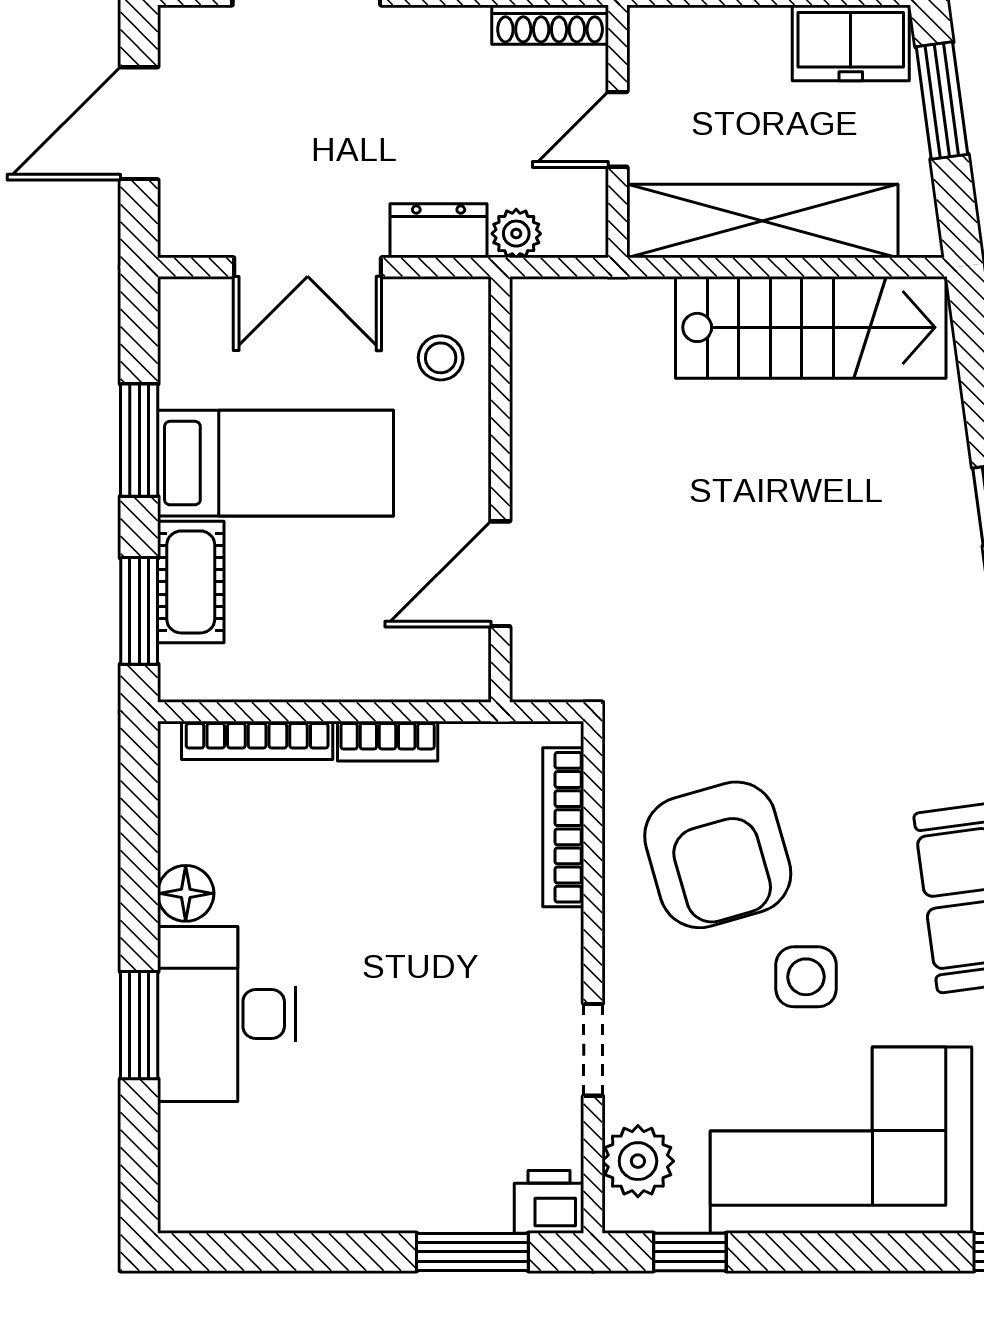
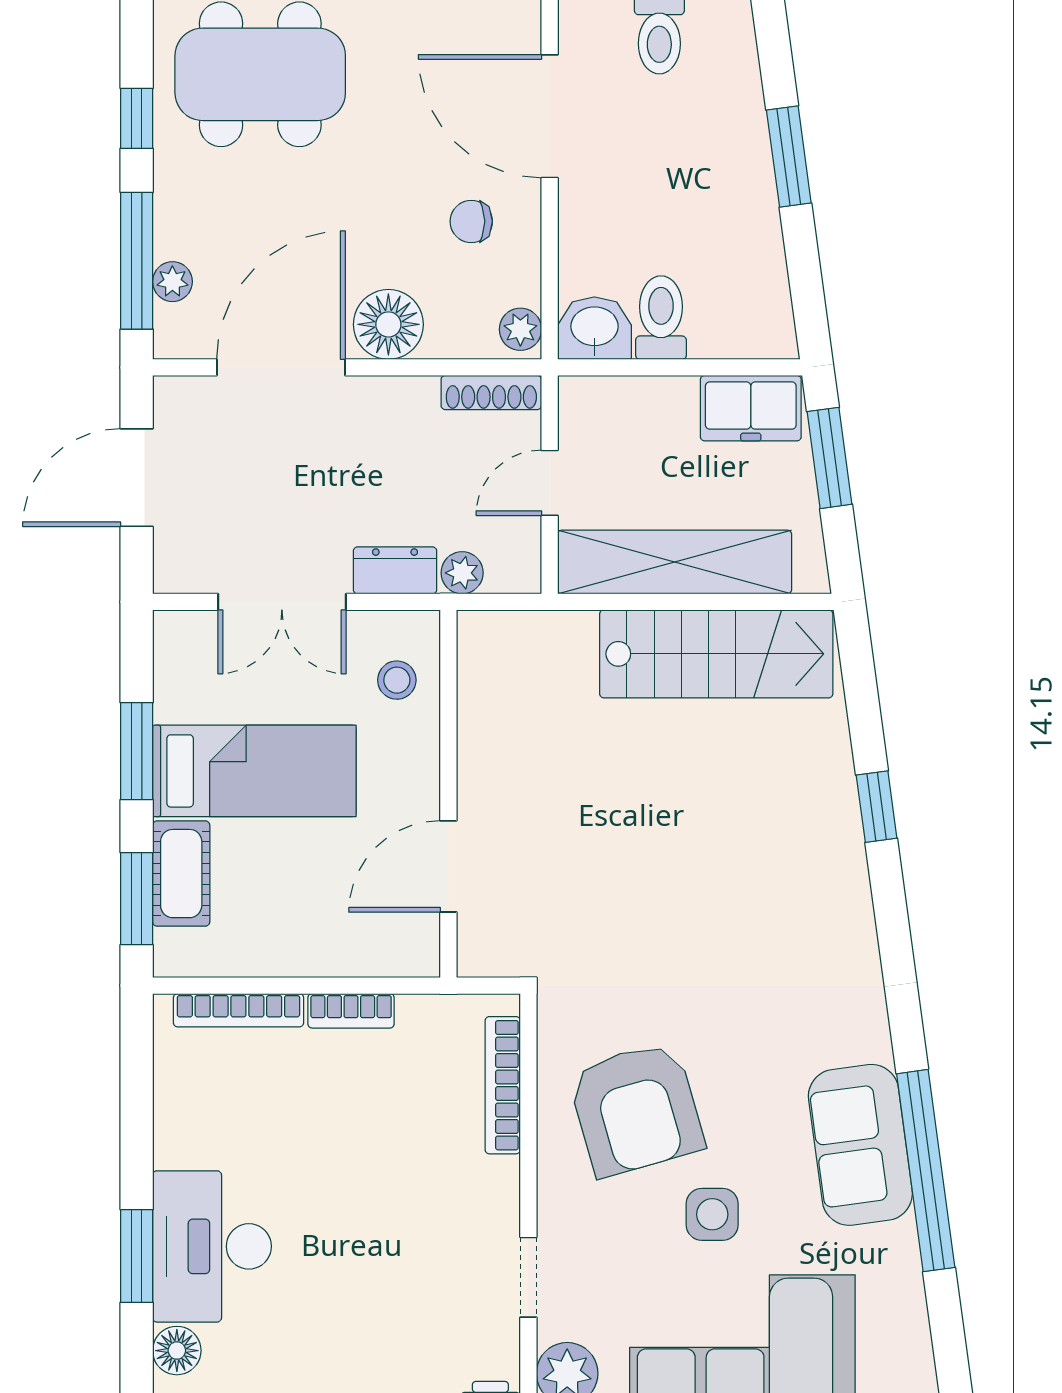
floor lamp: (186, 893) -> (177, 1351), moved

